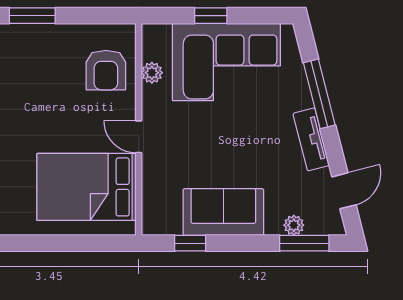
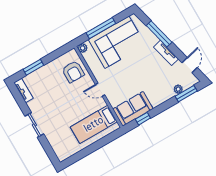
window: (211, 16) -> (101, 28), width x2.17
plant: (152, 73) -> (83, 48), moved
bed: (86, 187) -> (94, 124), width x0.67
sofa: (223, 212) -> (133, 109), moved

